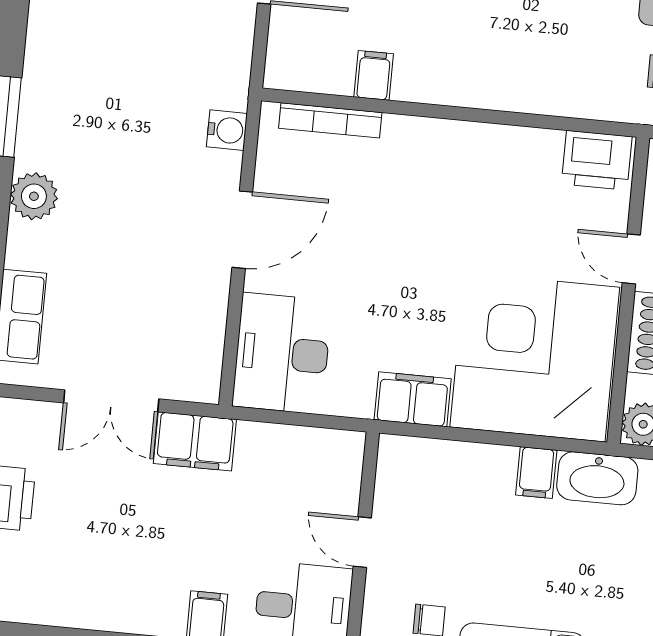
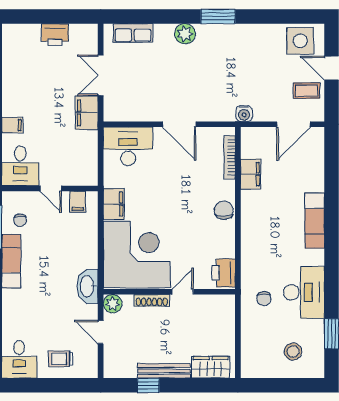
filing cabinet: (374, 75) -> (251, 174), width x2.00
water cooler: (227, 130) -> (244, 114), moved
chair: (451, 146) -> (224, 210), added
filing cabinet: (536, 473) -> (78, 202), moved, turned -90
door: (362, 542) -> (51, 188), swing flipped

